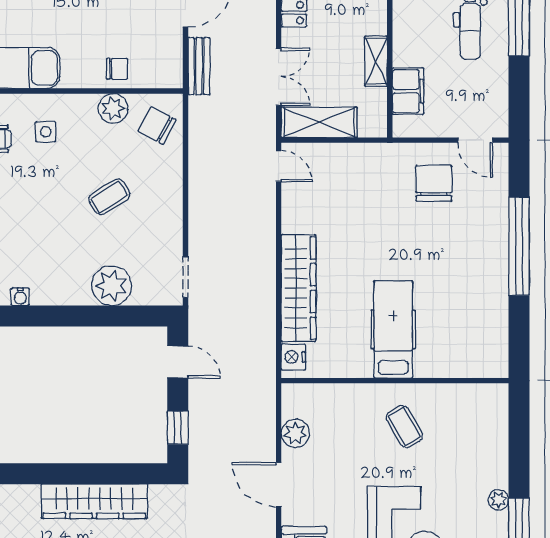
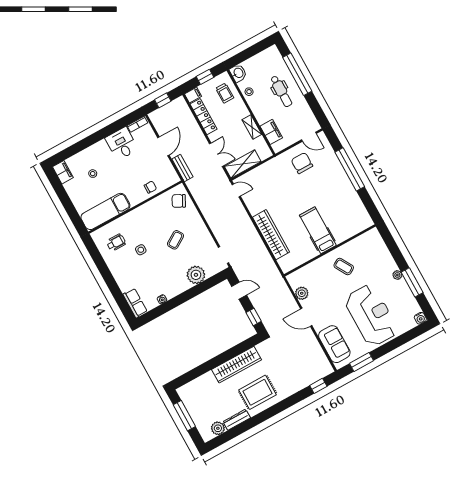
plant: (113, 108) -> (157, 204), removed
side table: (46, 132) -> (141, 250), moved
nightstand: (293, 357) -> (284, 263), removed

